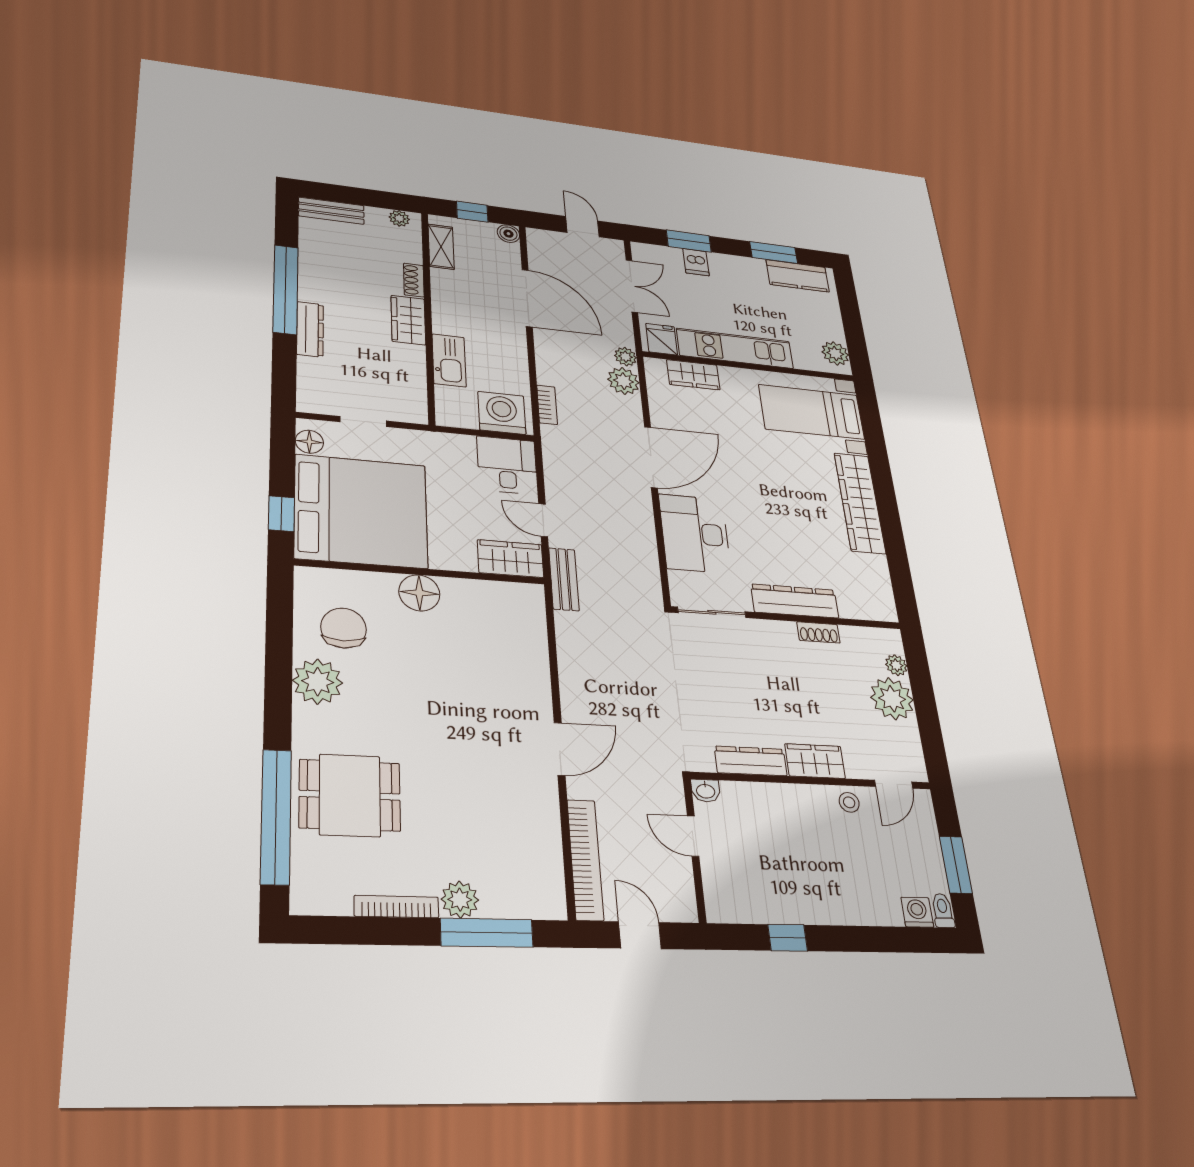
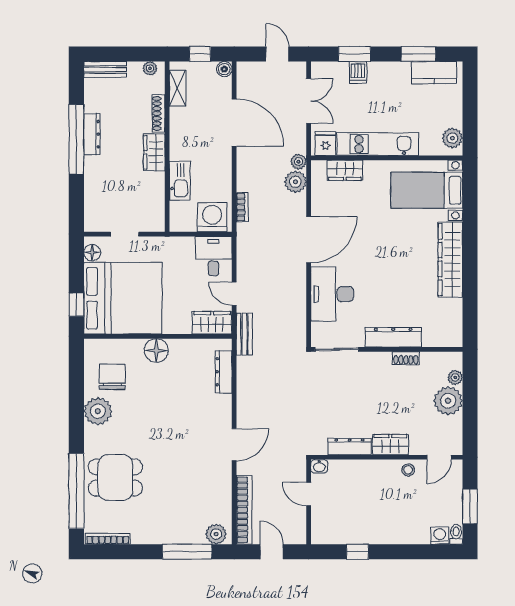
shoe rack: (414, 280) -> (159, 113), width x1.43
dresser: (310, 329) -> (92, 134), moved
dresser: (534, 633) -> (224, 372), added
plant: (460, 900) -> (216, 534), moved
bookcase: (396, 907) -> (108, 539), moved

